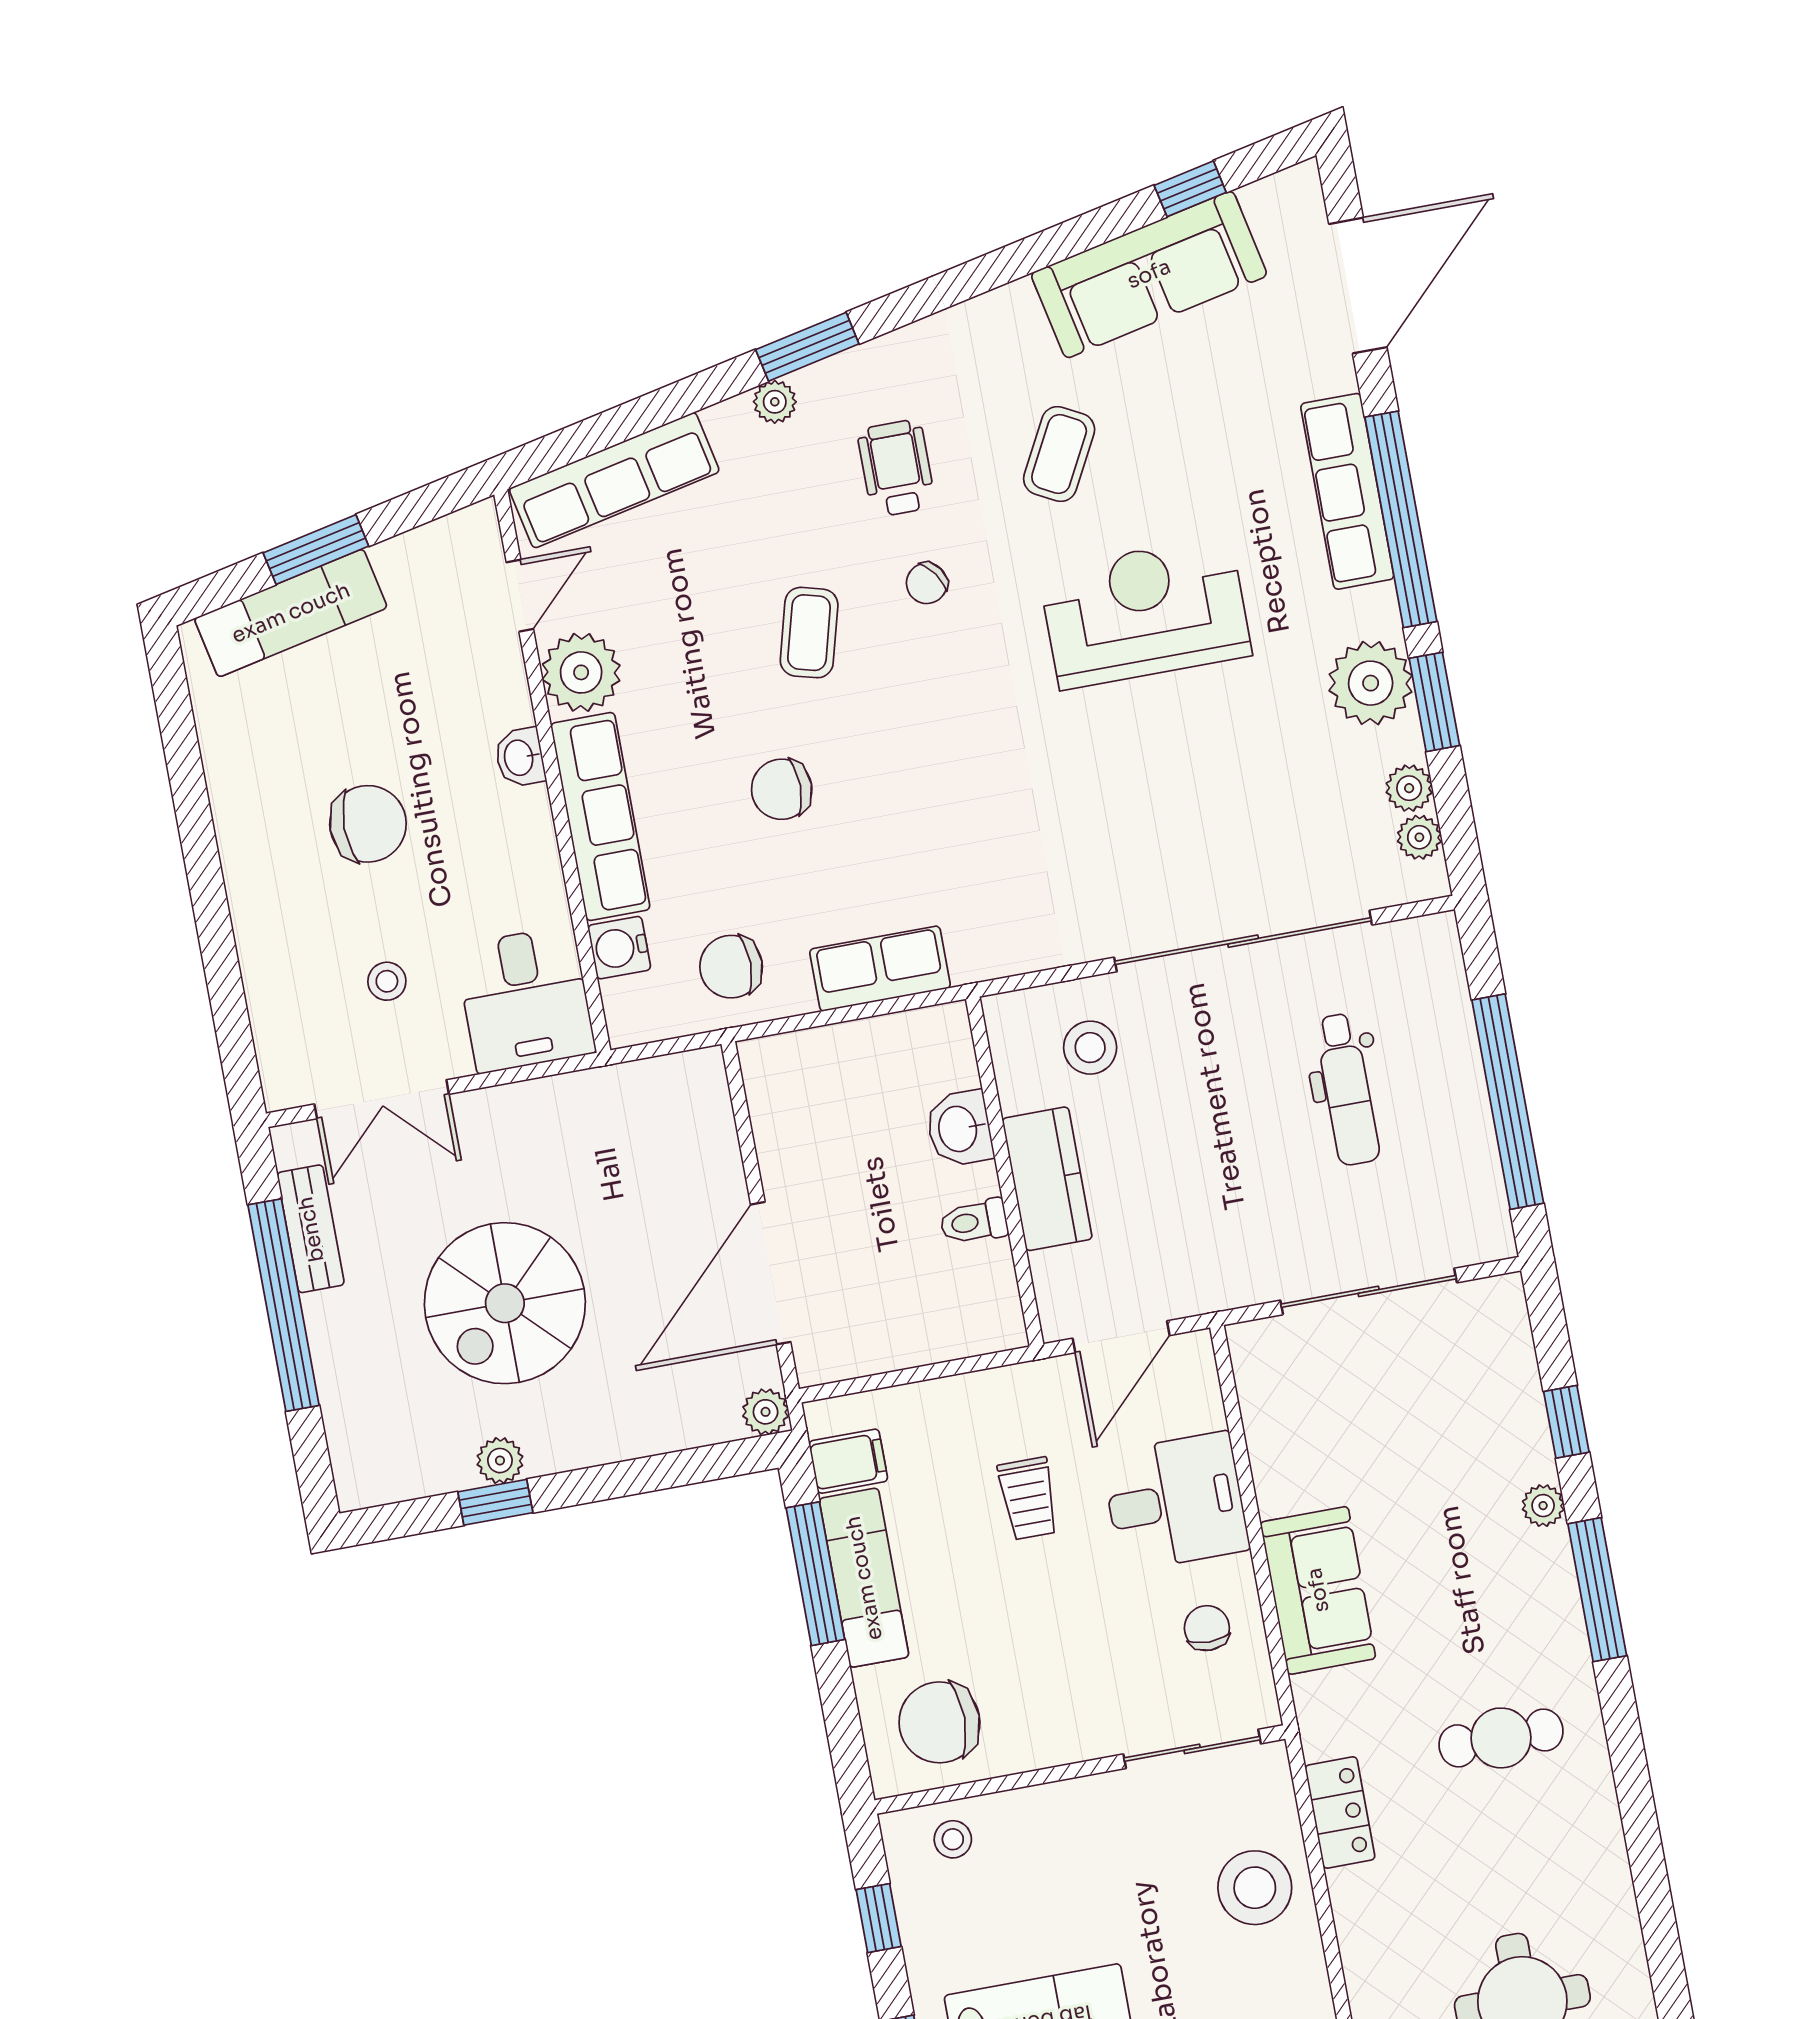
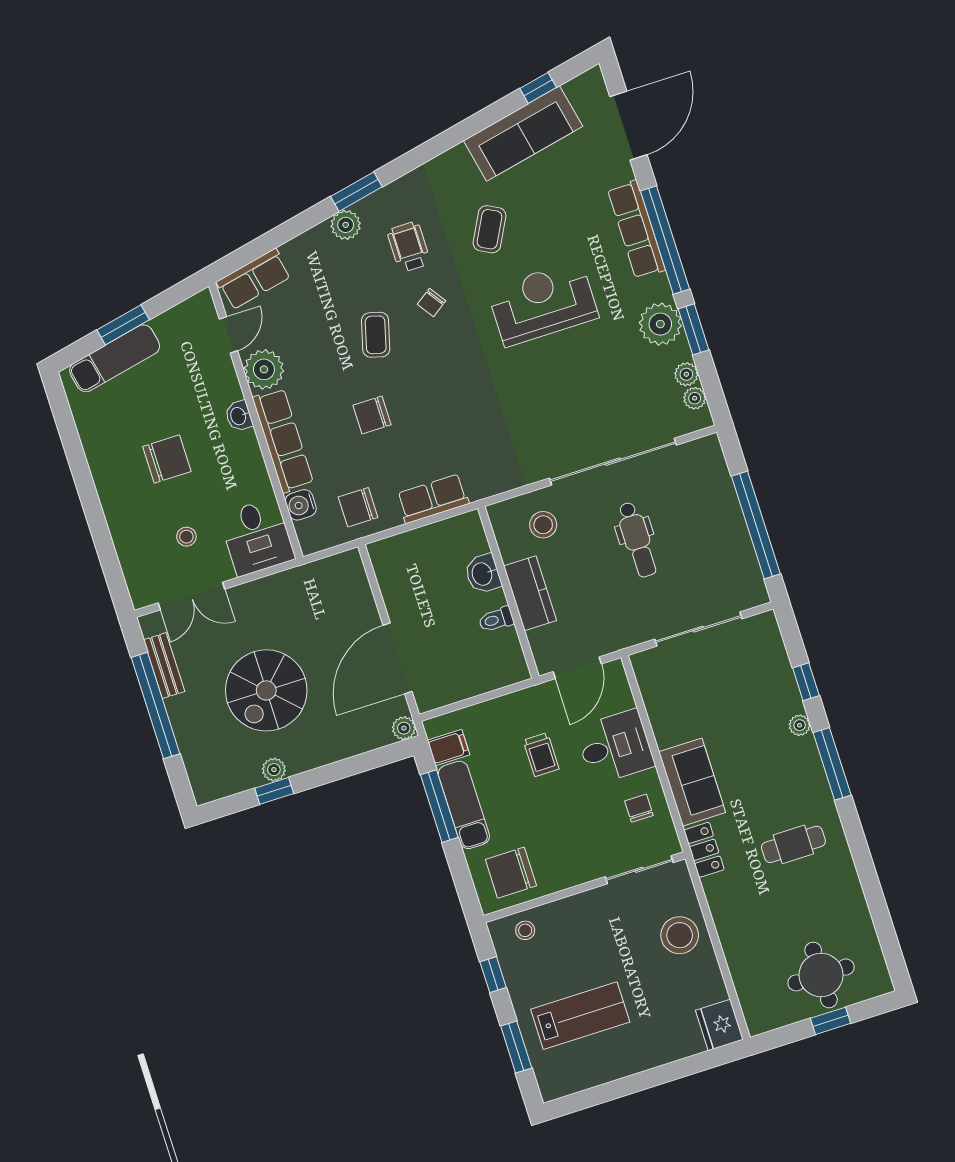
plant: (775, 402) -> (346, 225), width x1.38, depth x1.38
row of seats: (614, 480) -> (254, 279), width x0.68
dental chair: (1347, 1089) -> (637, 540), moved
locker: (1340, 1812) -> (704, 850), moved

